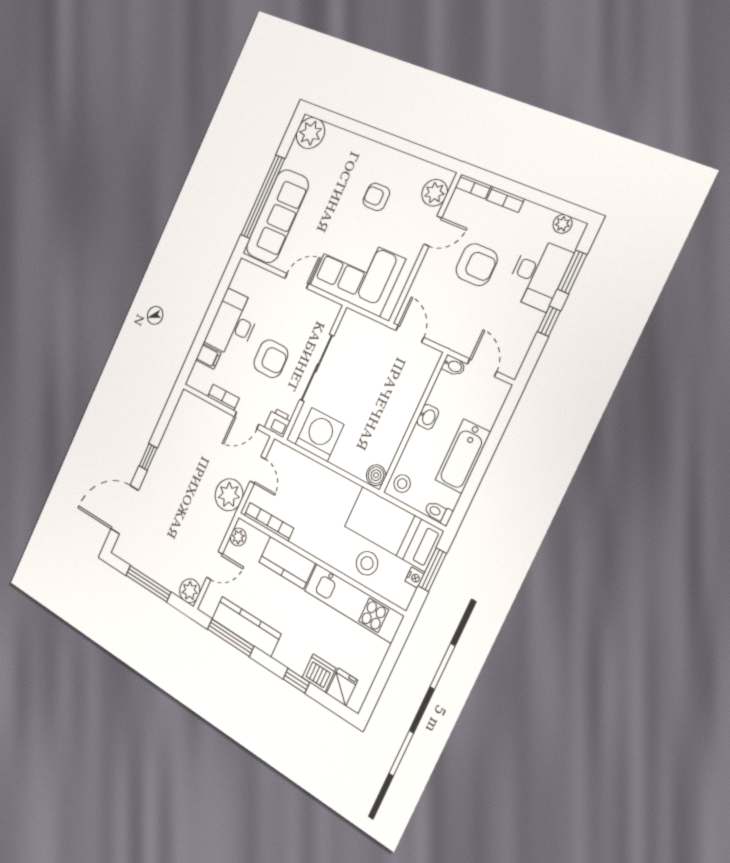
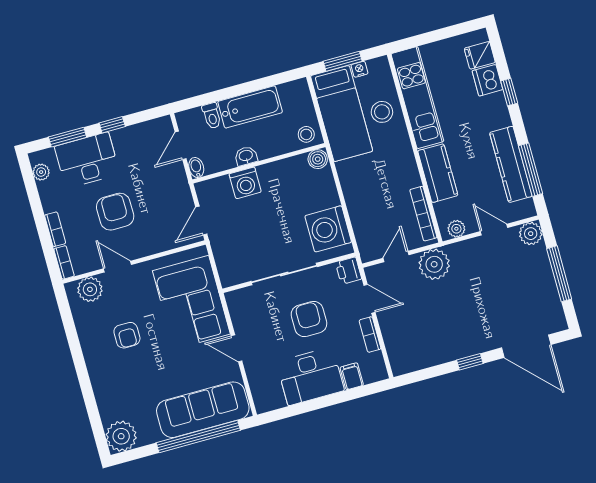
washing machine: (408, 397) -> (245, 183), added
toilet: (438, 513) -> (212, 116), moved

